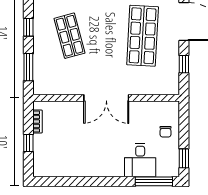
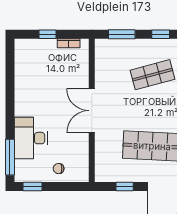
desk: (140, 160) -> (31, 138), width x1.37

